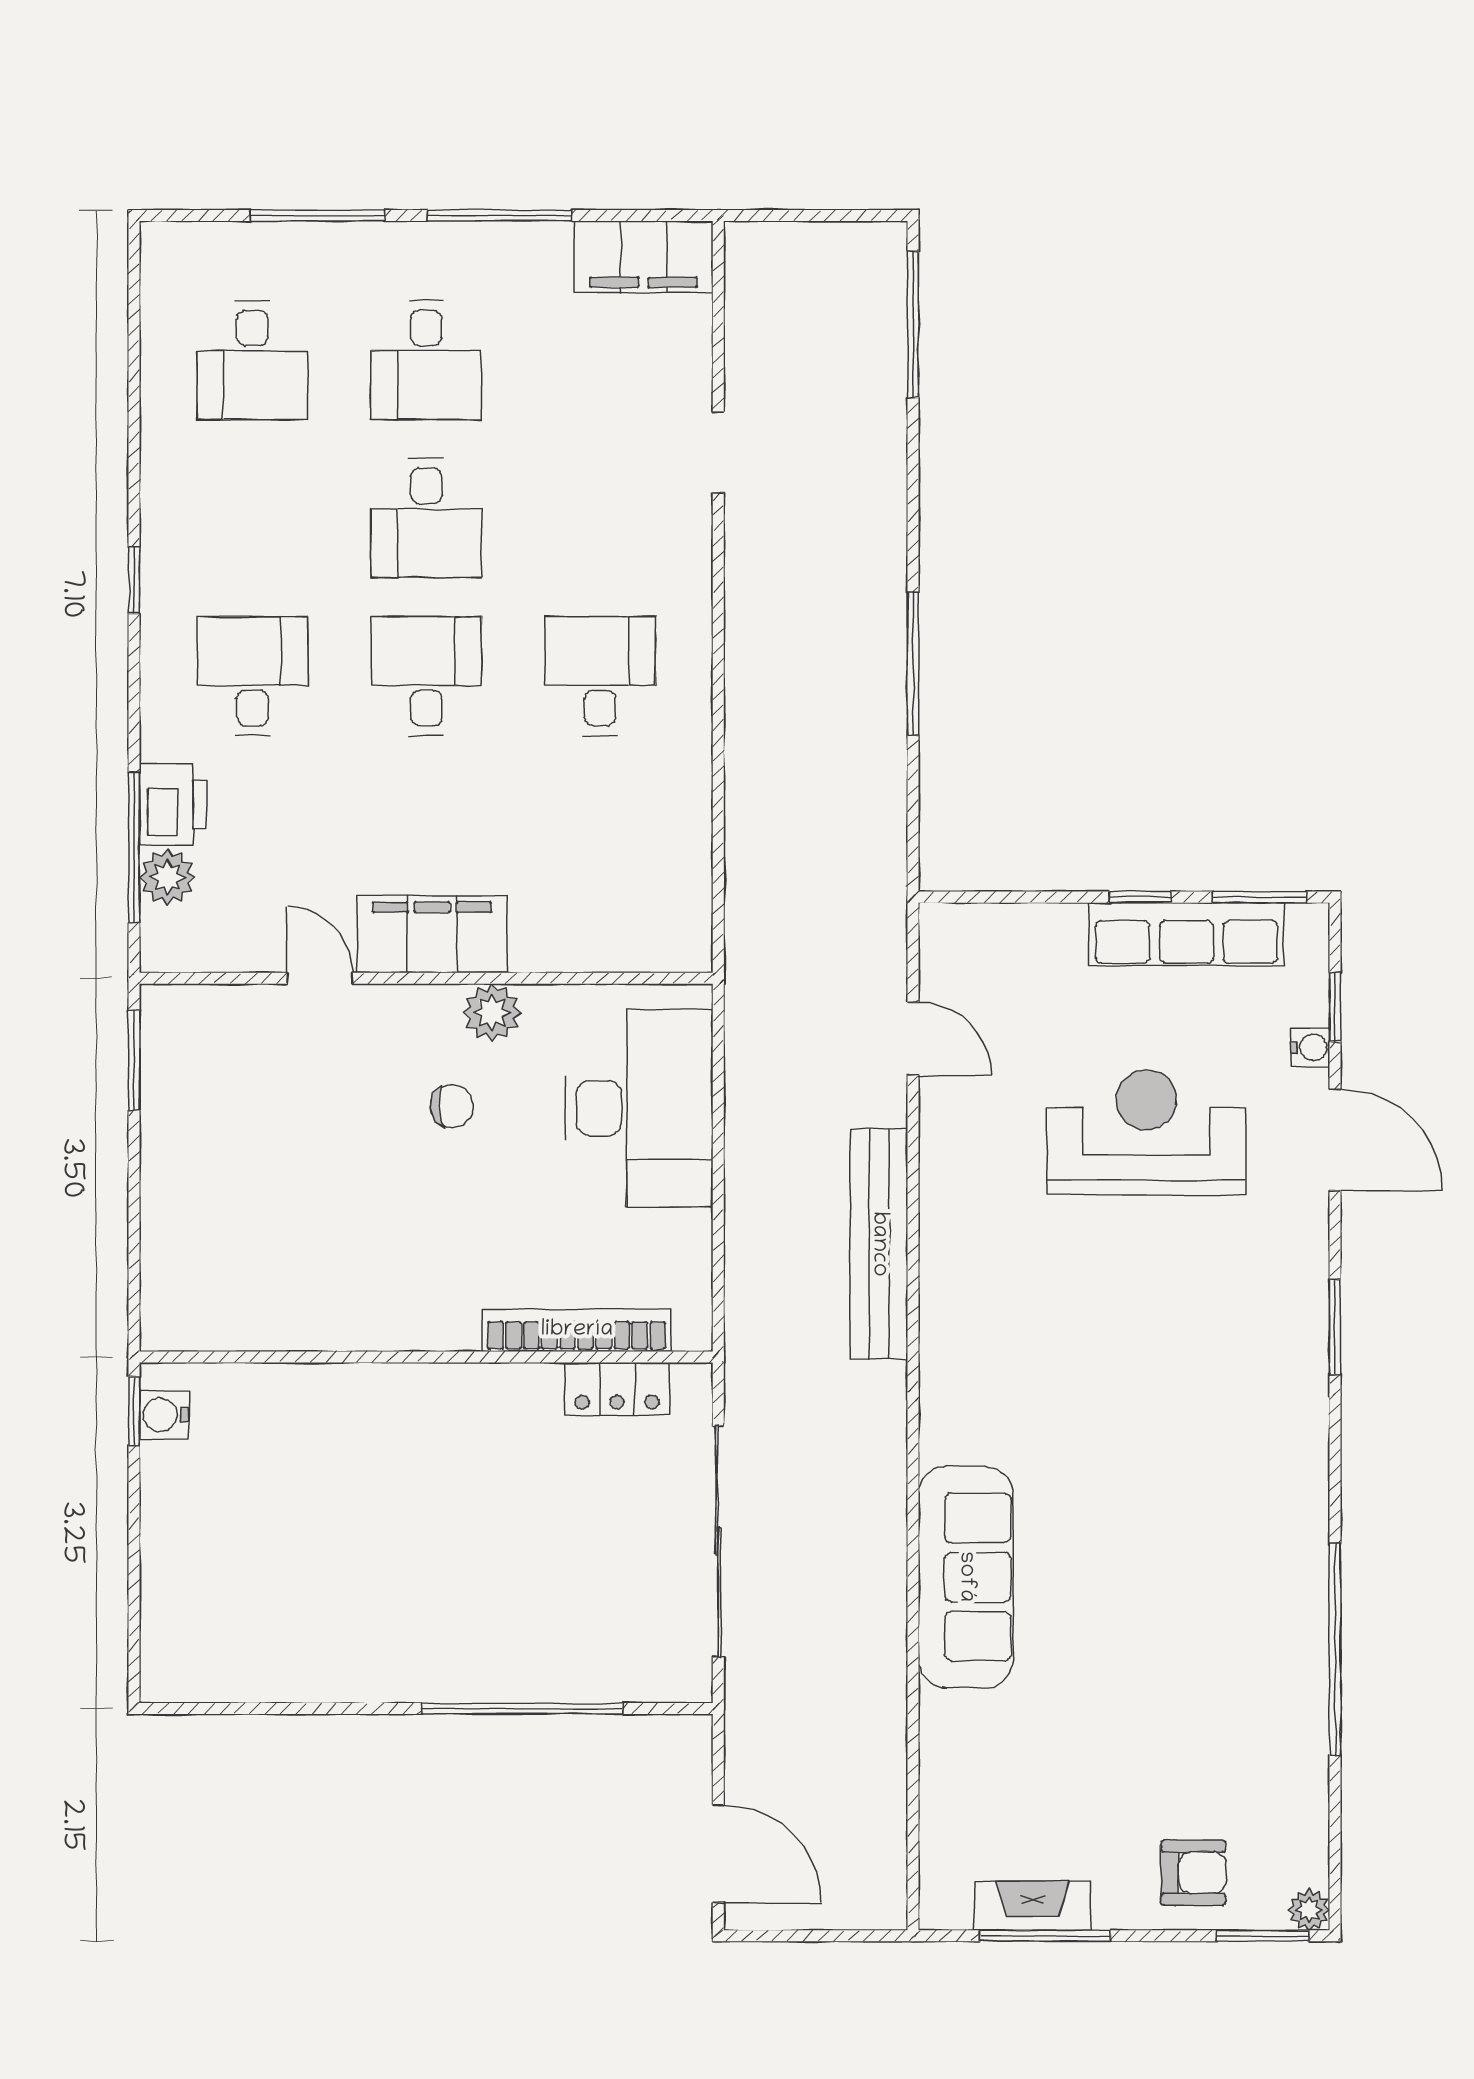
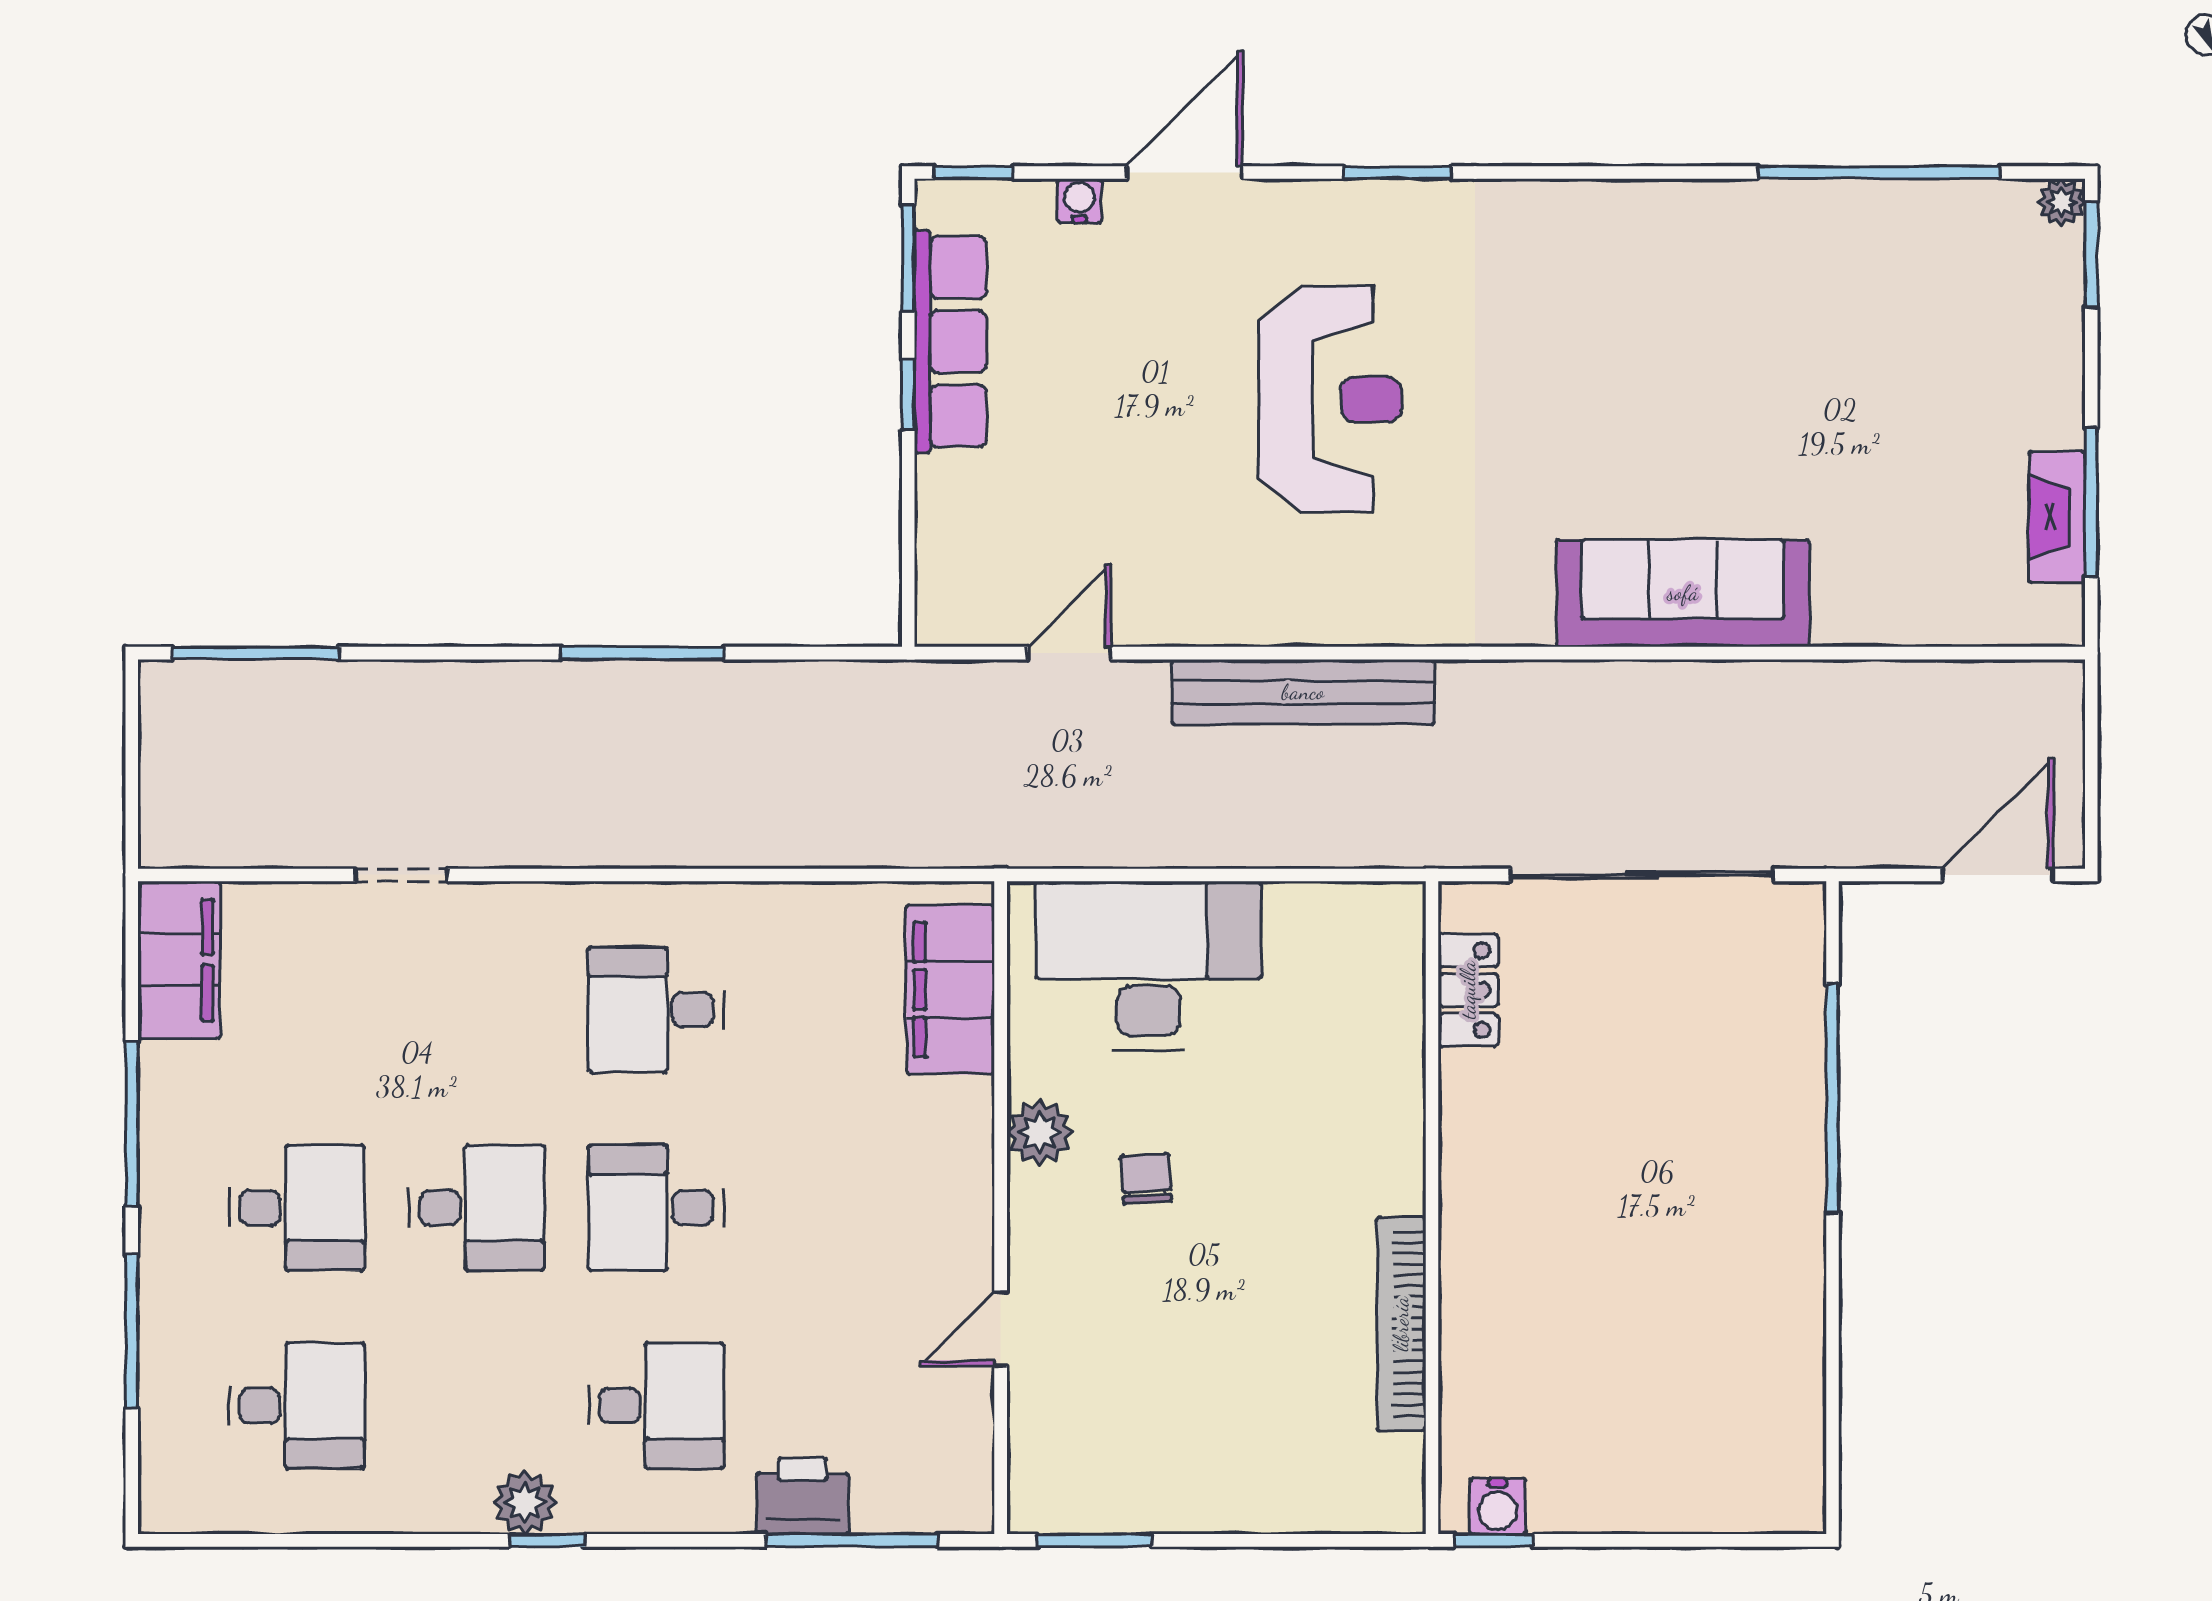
desk: (252, 676) -> (656, 1406), turned 180
plant: (167, 877) -> (525, 1503), moved
filing cabinet: (432, 934) -> (950, 990), moved
window: (1335, 1007) -> (973, 173), moved
reception desk: (1146, 1132) -> (1330, 399), moved, turned 180
bookcase: (577, 1330) -> (1401, 1324), moved
window: (1335, 1649) -> (1879, 173), moved
armchair: (1193, 1873) -> (2019, 334), removed

